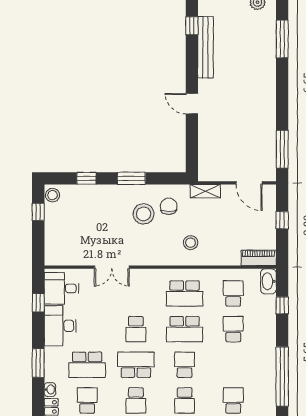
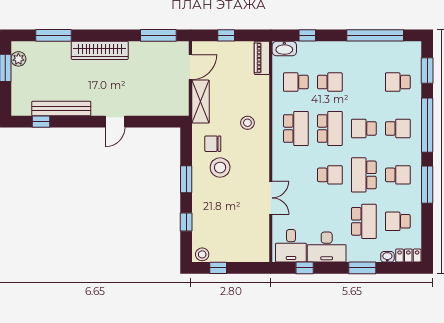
wardrobe: (267, 88) -> (100, 50), added
shelving: (205, 191) -> (200, 102), width x1.50, depth x1.33
school desk: (233, 329) -> (330, 82), turned 180

